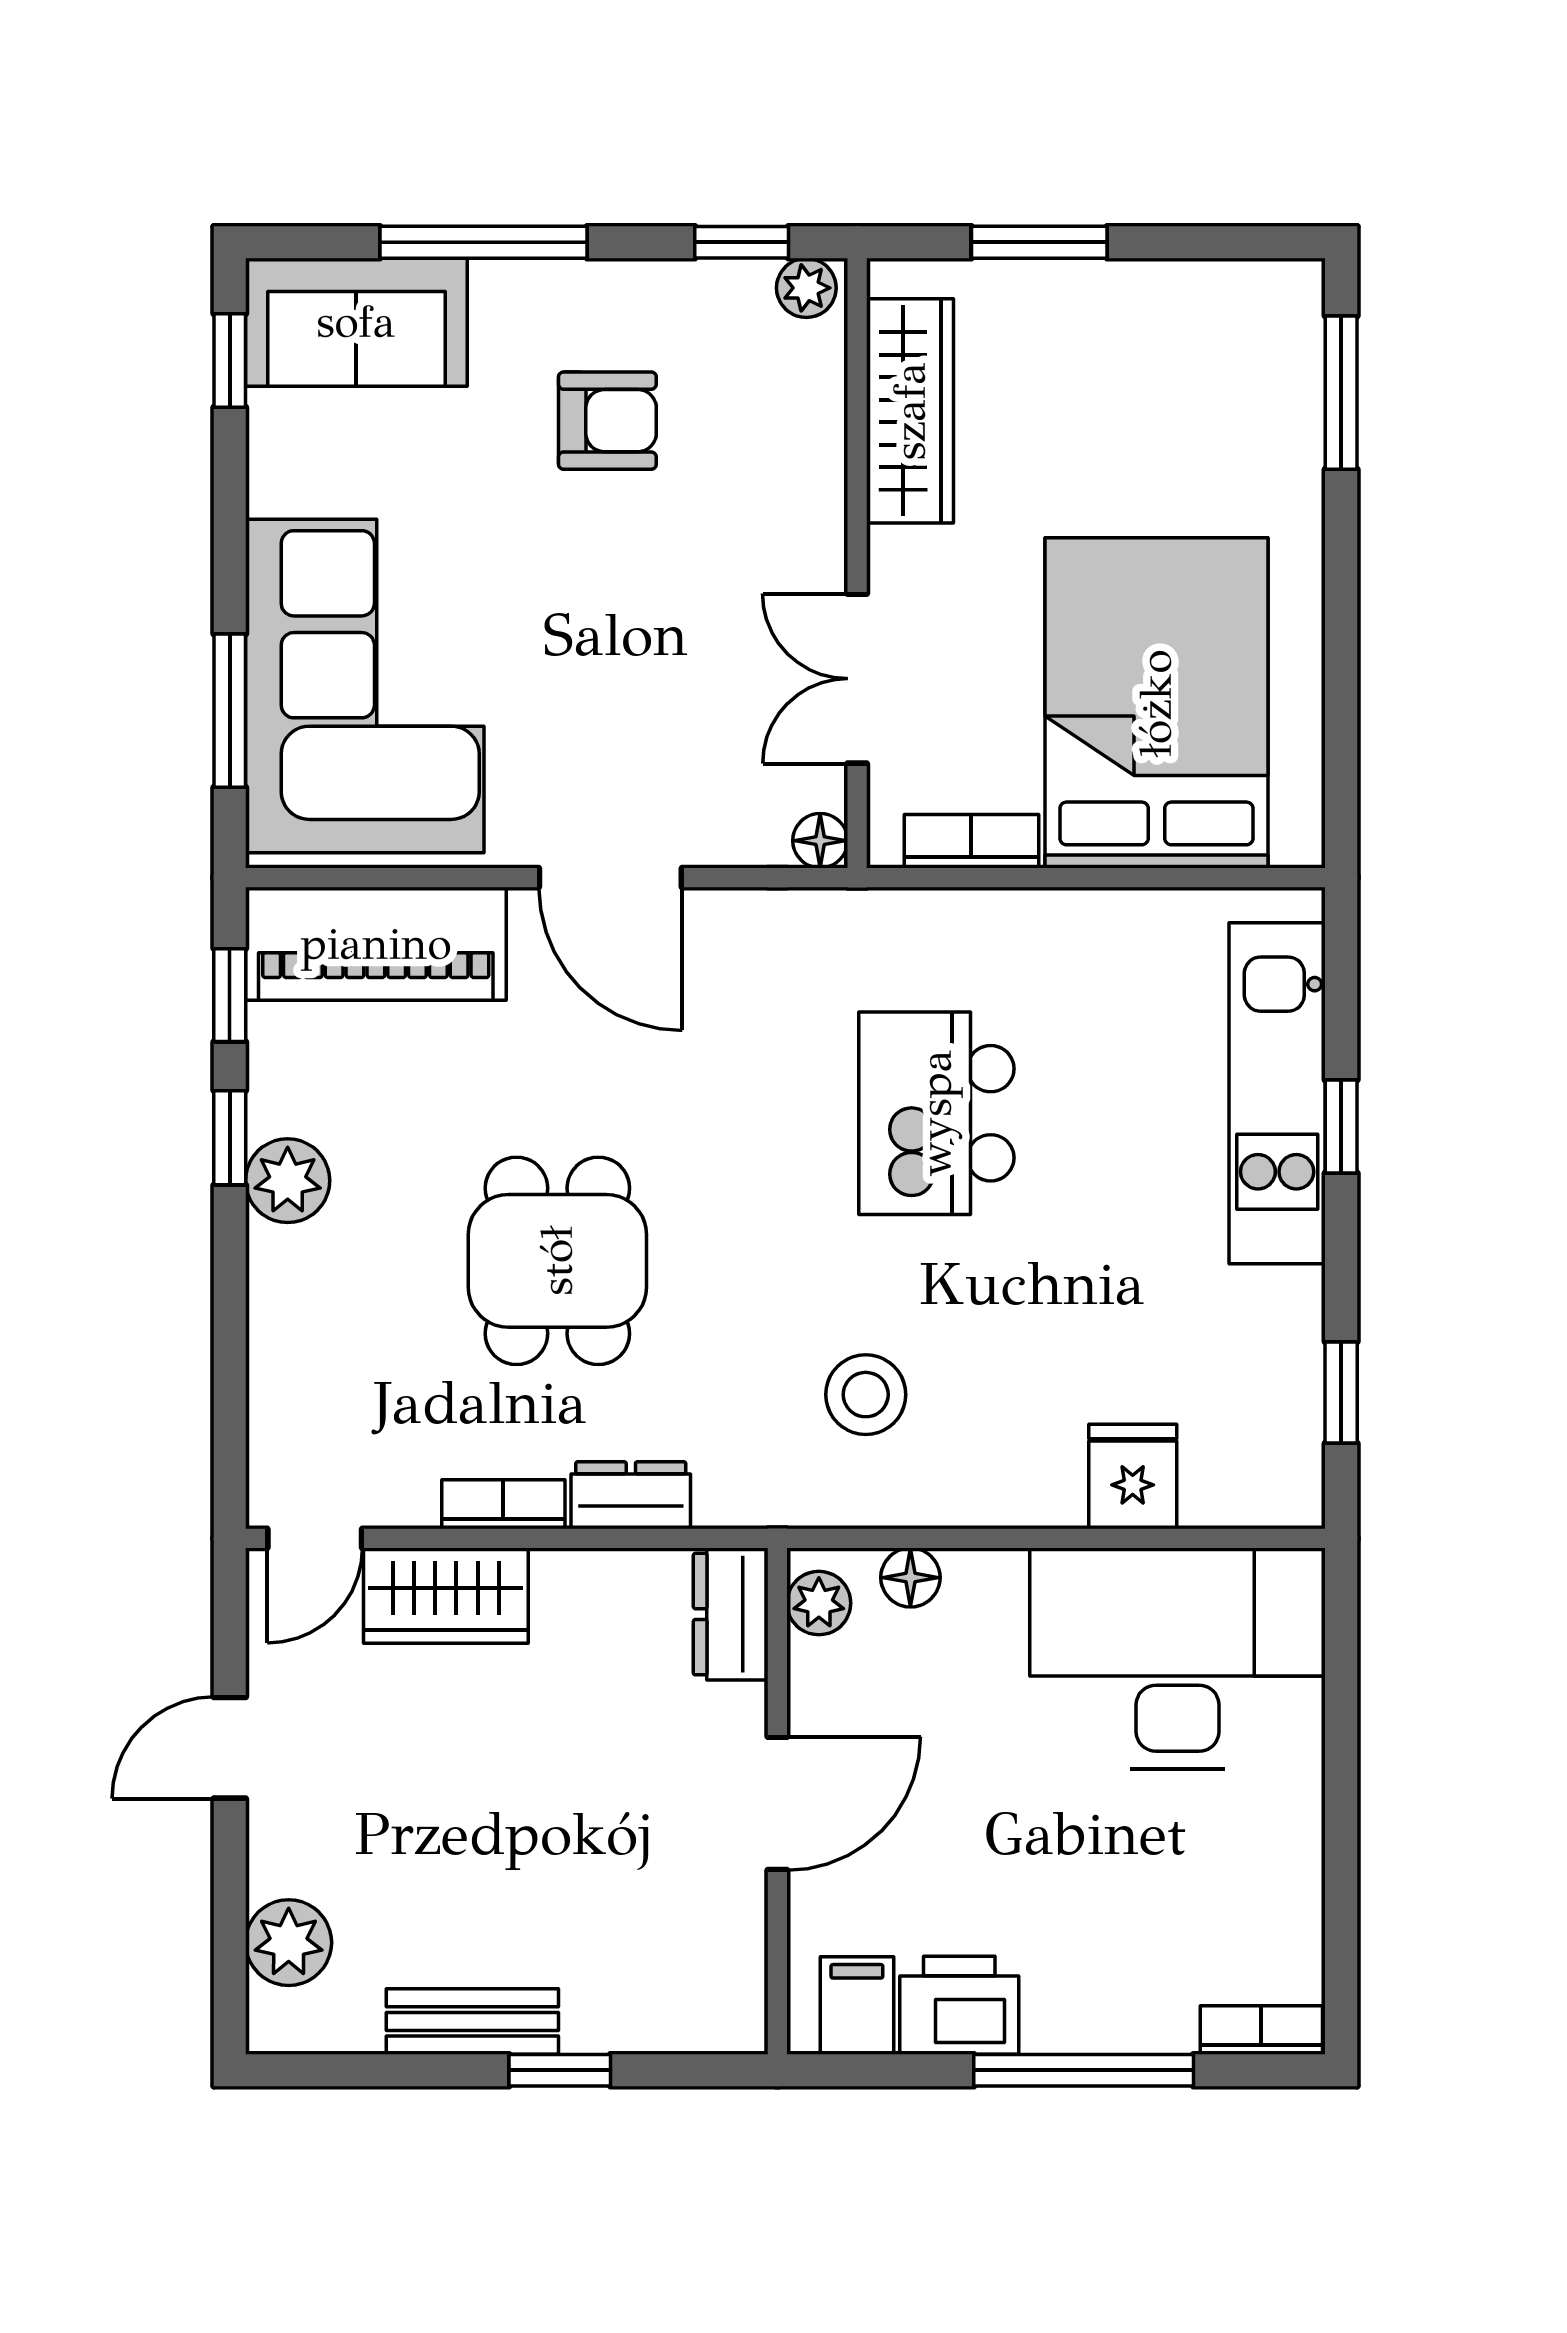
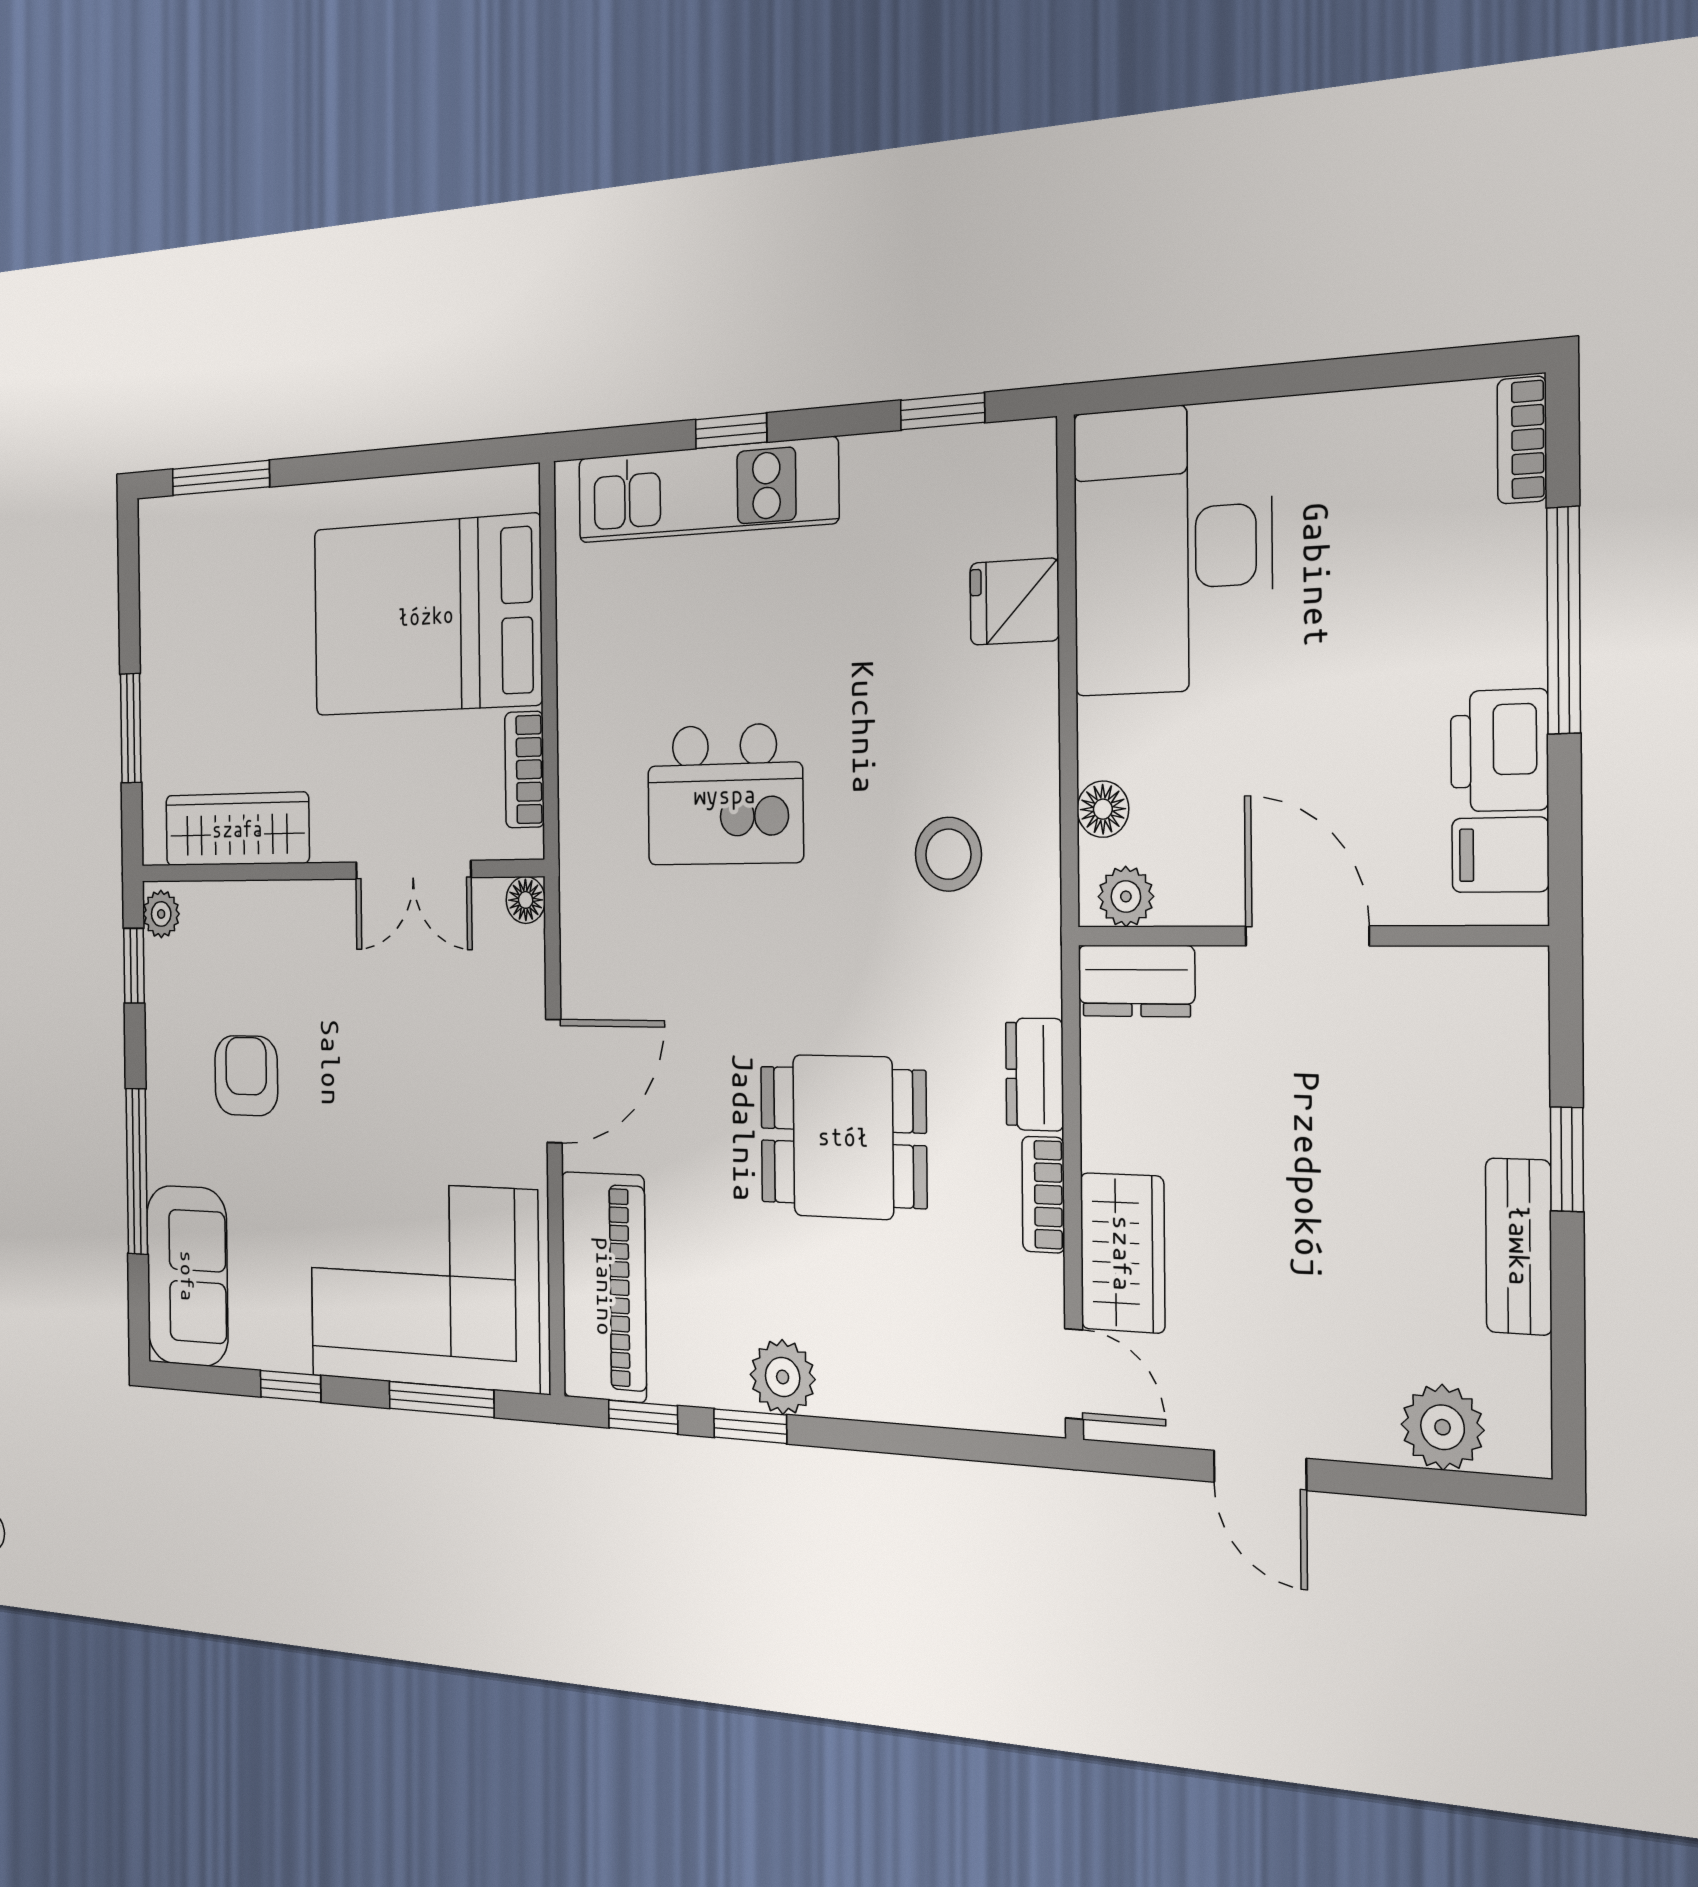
window: (230, 361) -> (291, 1386), moved

